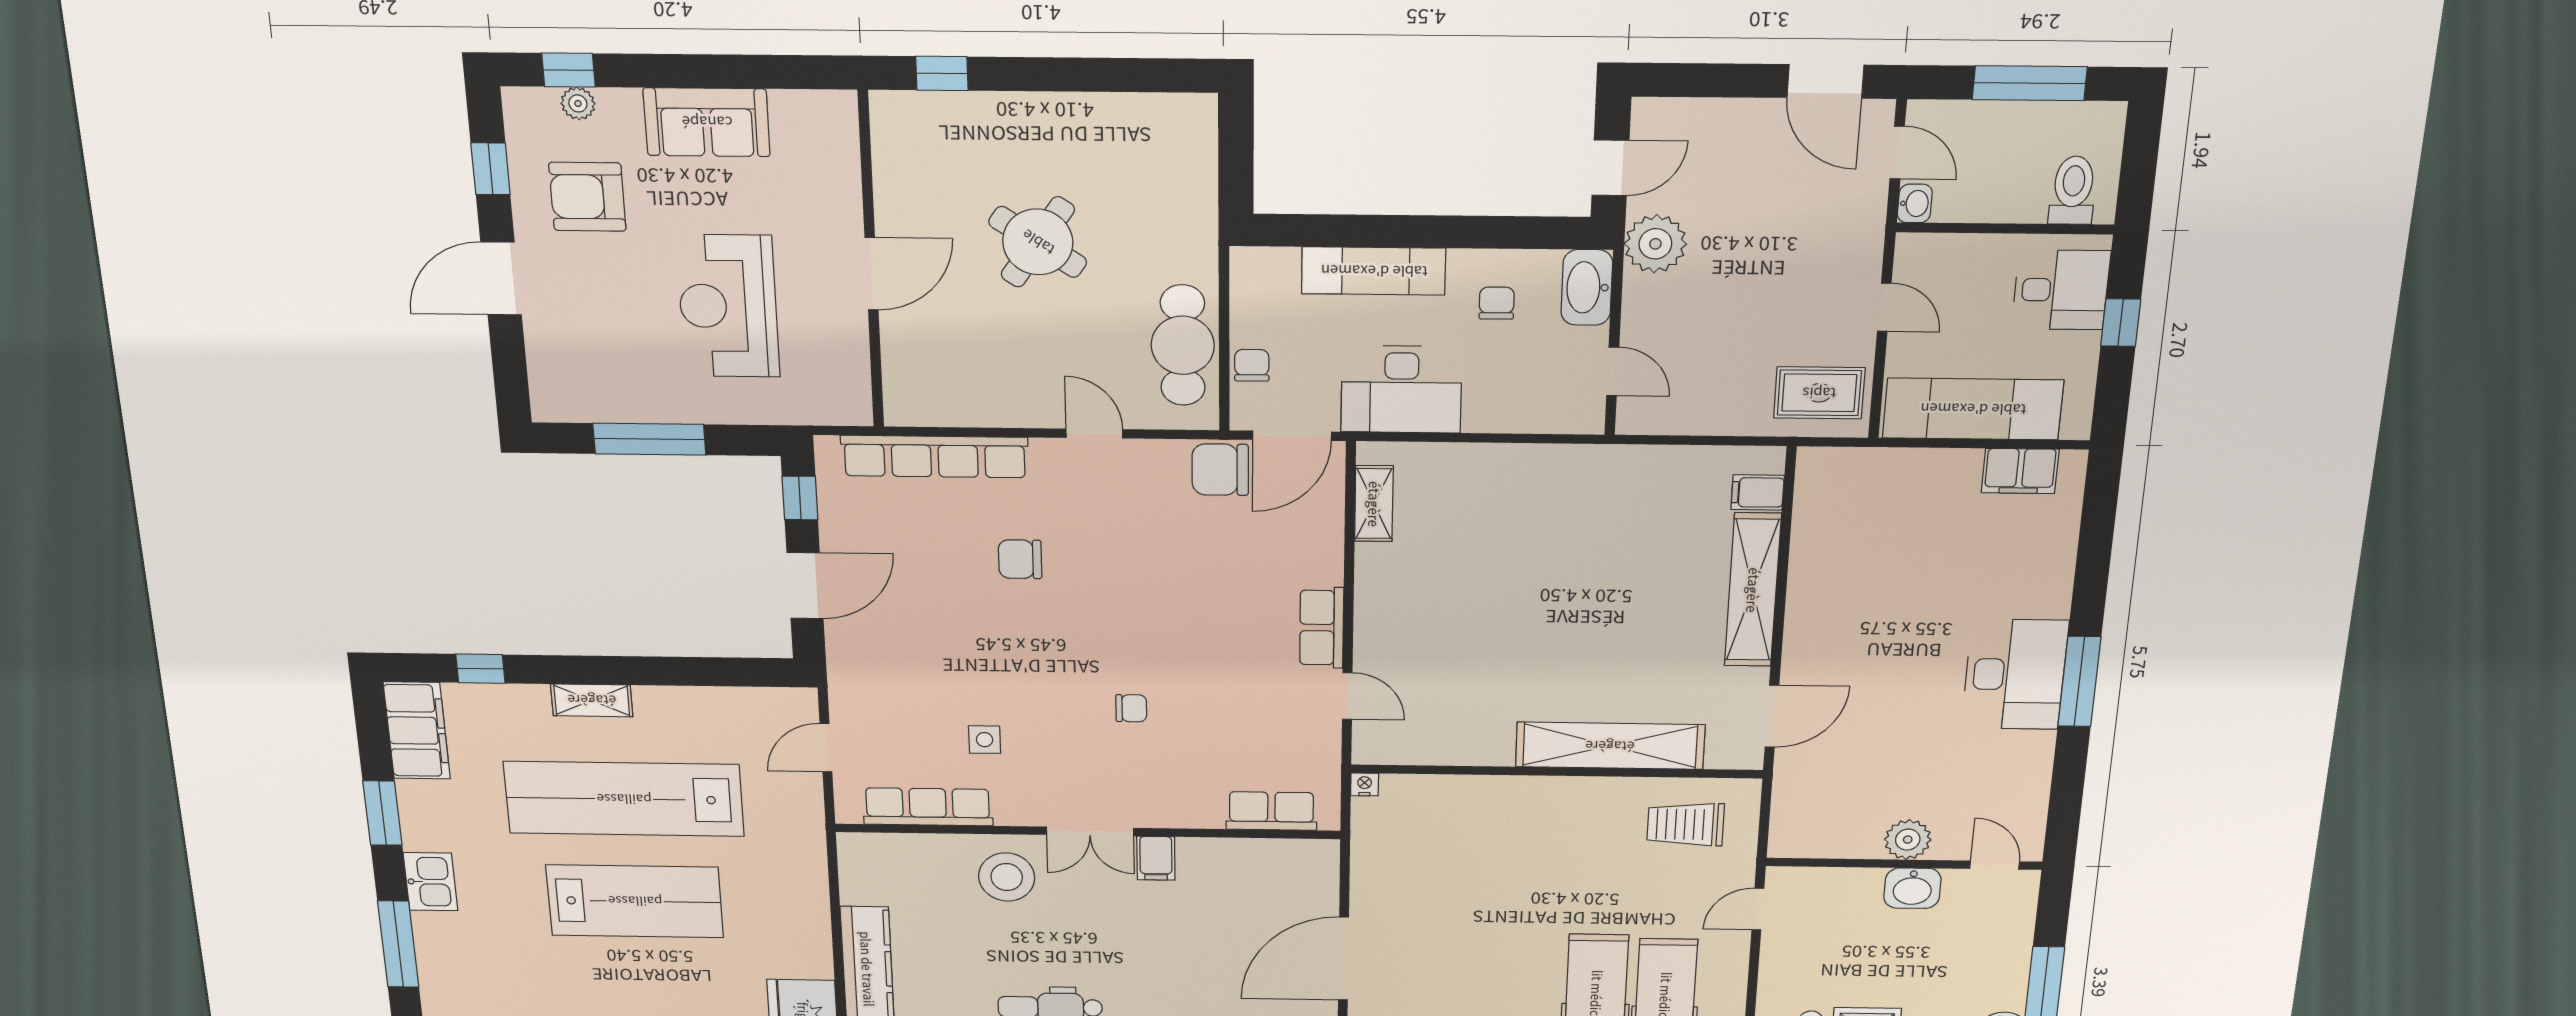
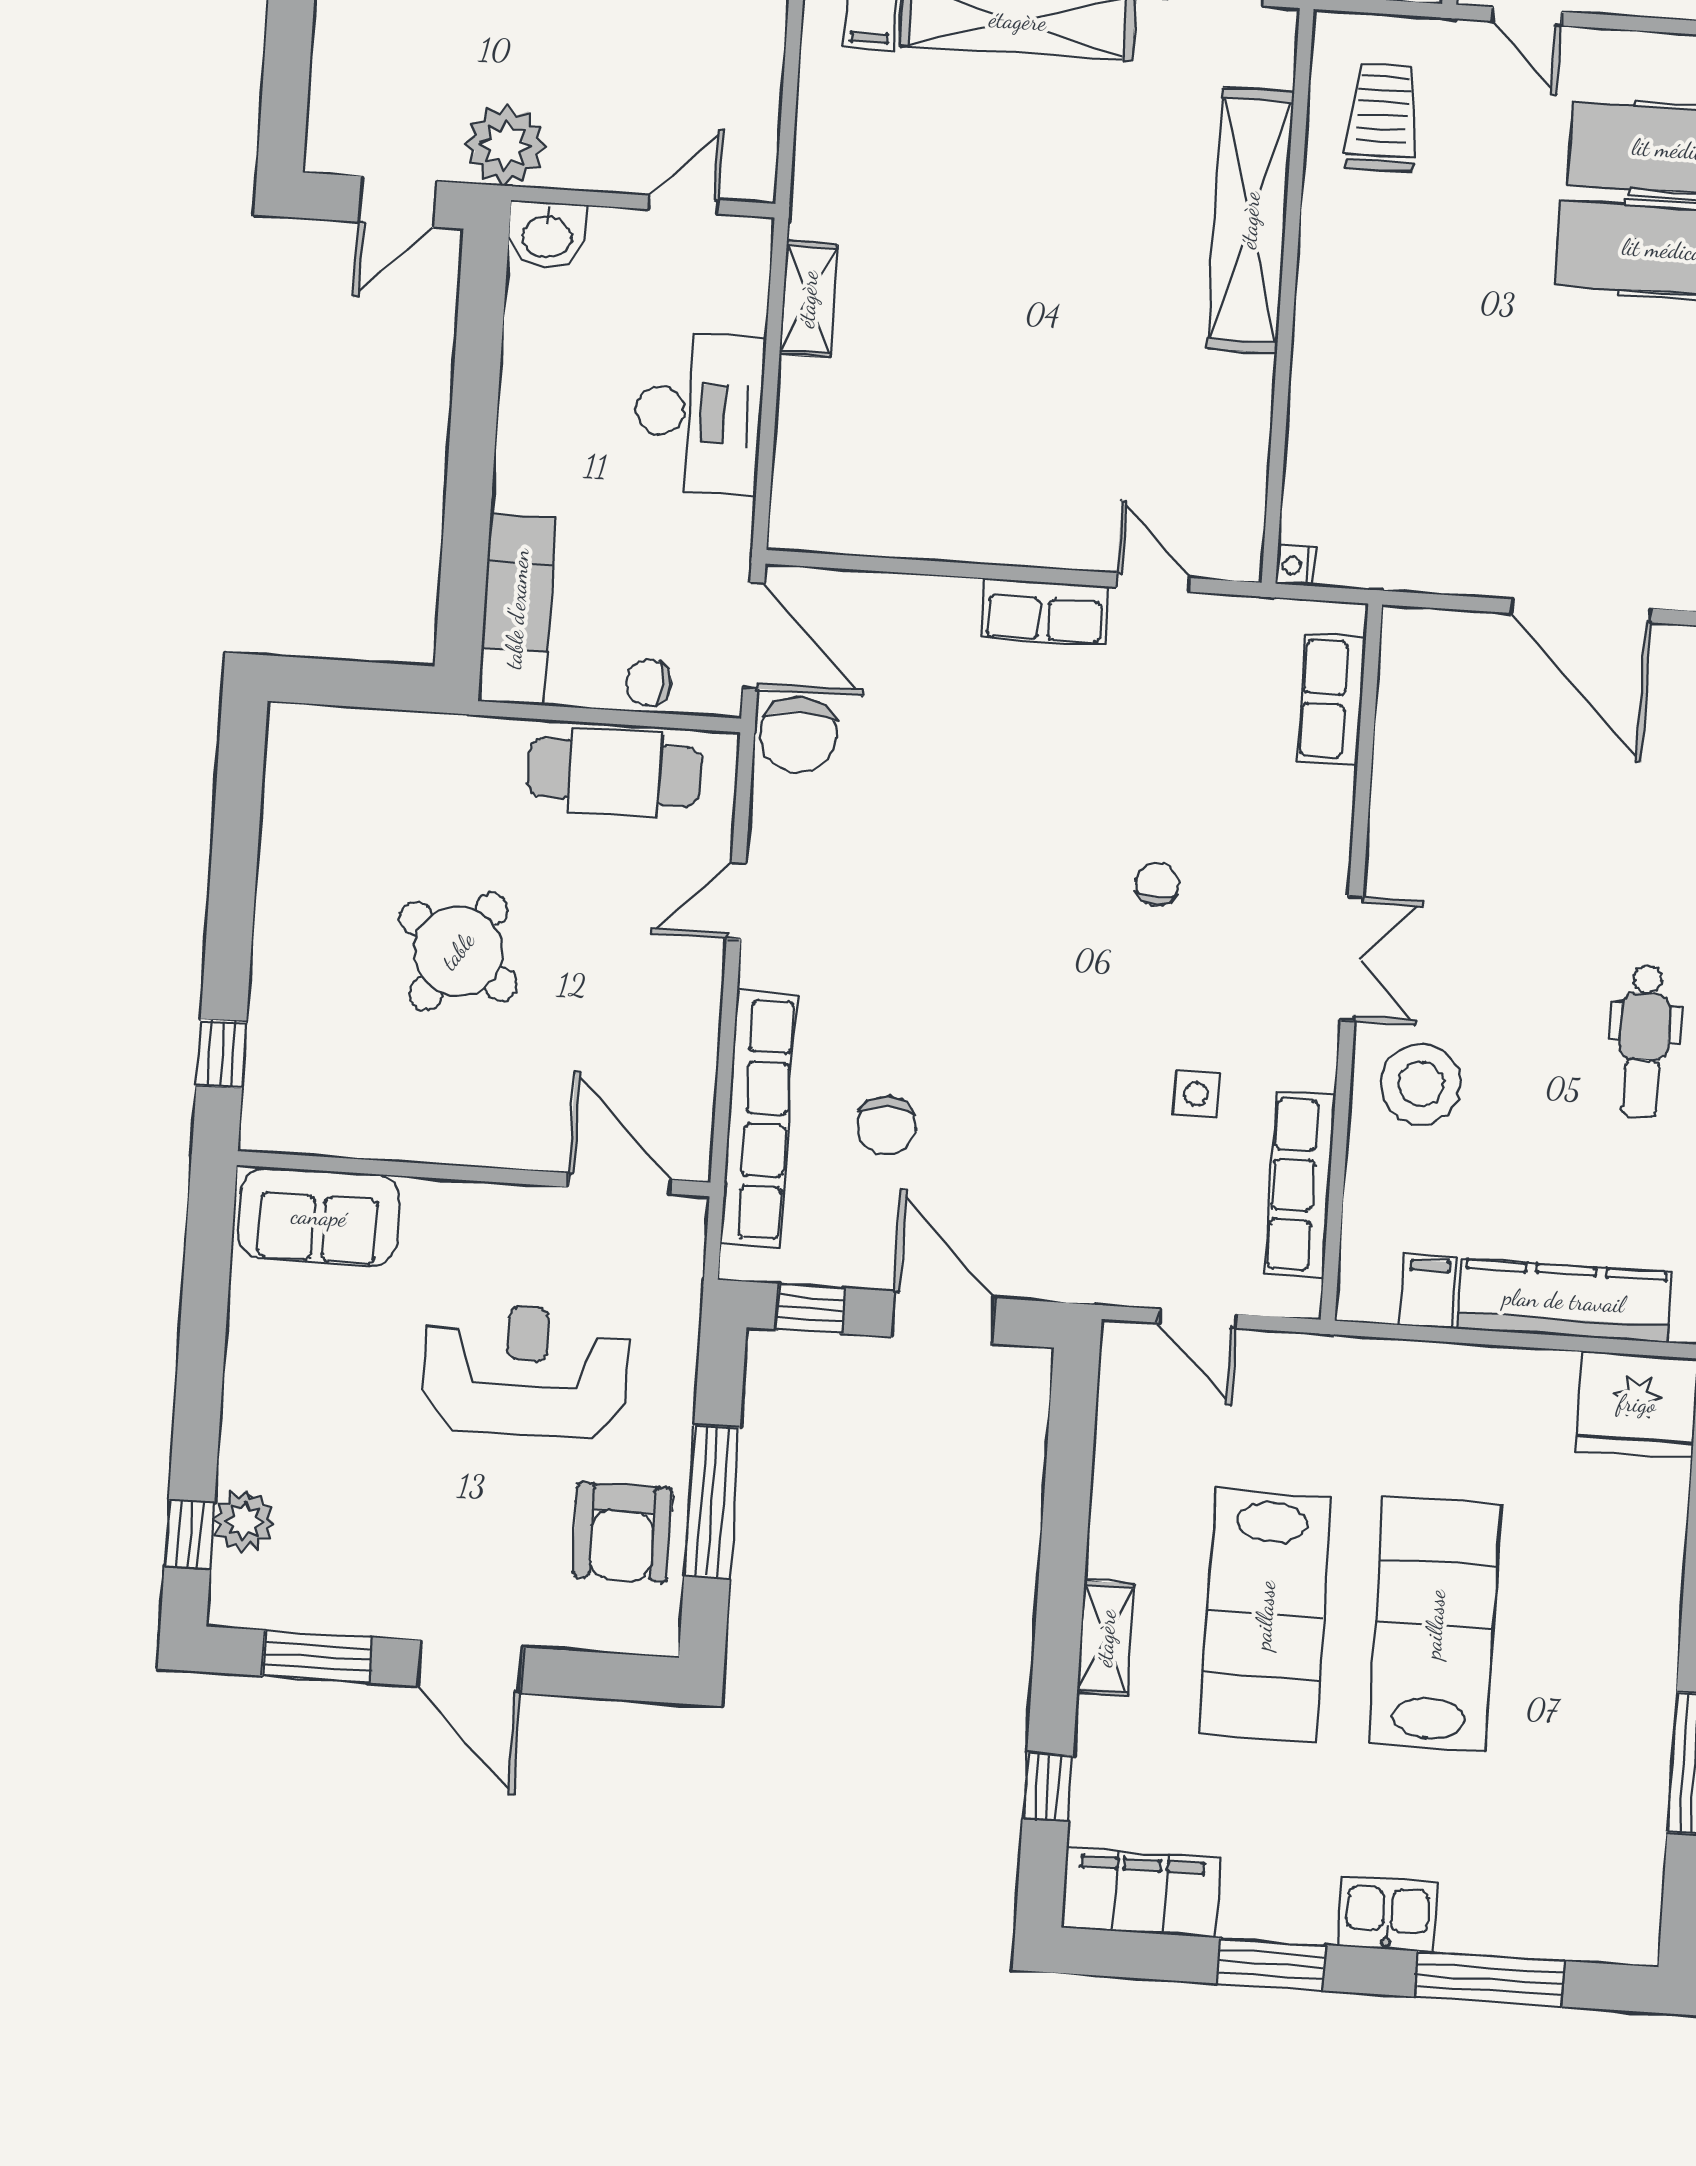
plant: (578, 103) -> (244, 1521), width x1.38, depth x1.38
sofa: (707, 122) -> (319, 1217), moved, turned 90
door: (1610, 168) -> (398, 202), swing flipped
window: (491, 169) -> (317, 1657), width x1.50
armchair: (587, 197) -> (622, 1532), moved
exam couch: (1374, 271) -> (517, 609), moved
door: (871, 274) -> (619, 1183), moved
washbasin: (1587, 287) -> (547, 235), width x0.72
chair: (1497, 303) -> (578, 355), removed
reception desk: (728, 306) -> (526, 1370), turned 180
desk: (1401, 389) -> (699, 413), moved
shelving: (1374, 504) -> (808, 299), moved, turned 90
chair: (1020, 559) -> (887, 1126), moved
door: (1347, 696) -> (1153, 582), hinge flipped
lab bench: (624, 799) -> (1265, 1615), width x0.73
trolley: (1686, 824) -> (1382, 117), turned 180
filing cabinet: (1156, 858) -> (1428, 1291), moved, turned -90

